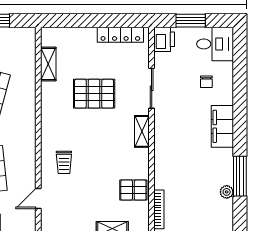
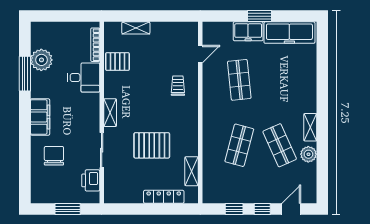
locker: (120, 35) -> (164, 197), moved
printer: (164, 39) -> (91, 180), moved
desk: (215, 44) -> (84, 78), moved, turned 180
chair: (206, 82) -> (54, 156), width x1.87, depth x1.87
plant: (227, 192) -> (41, 60), width x1.87, depth x1.87

